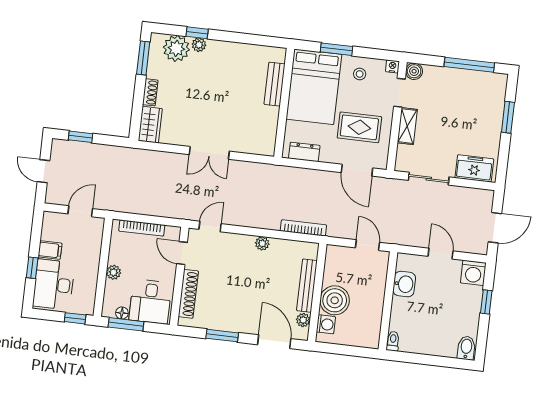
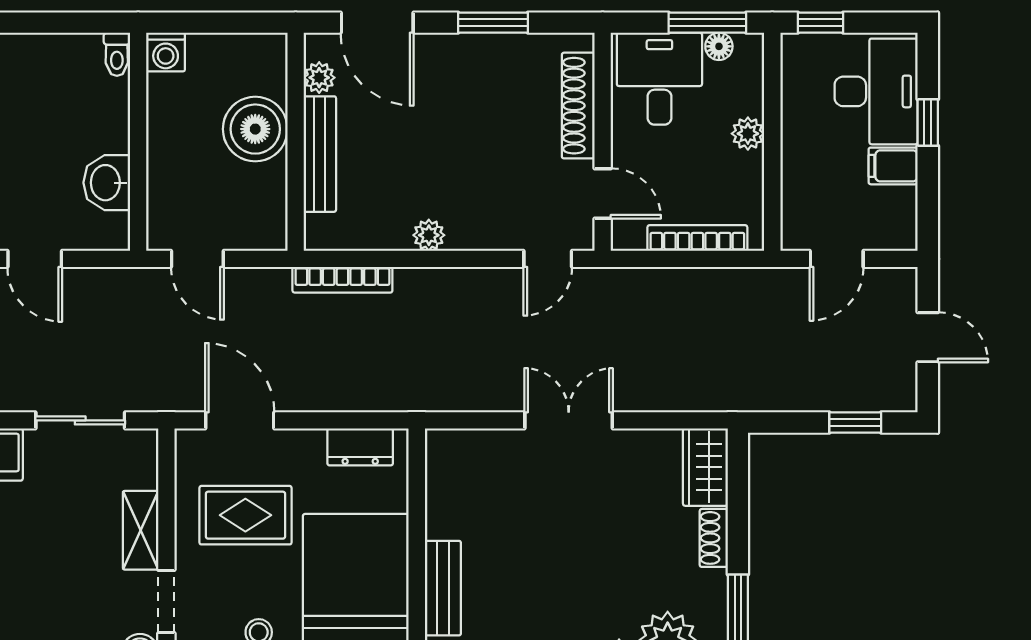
washing machine: (326, 324) -> (166, 52), moved, turned -90

